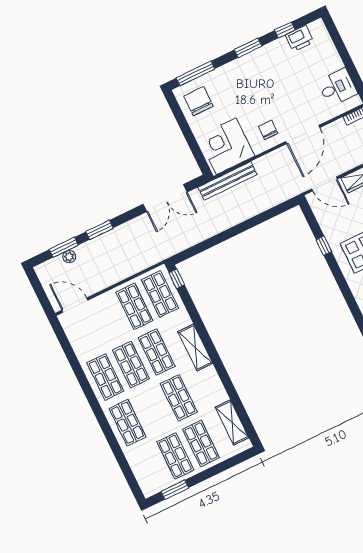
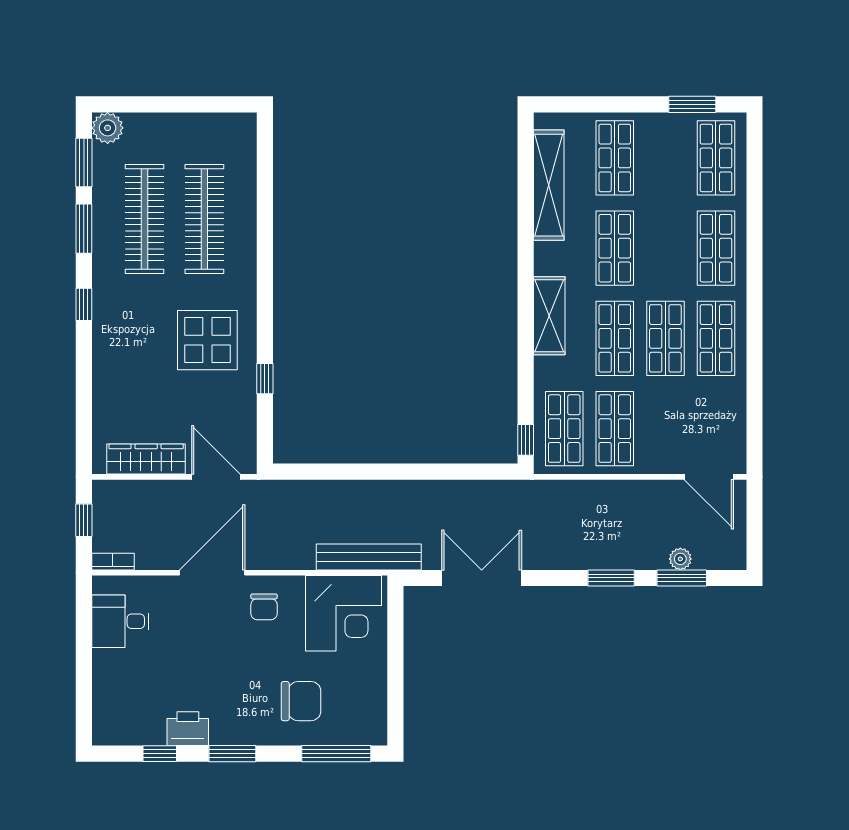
printer: (300, 39) -> (188, 729), moved
chair: (199, 101) -> (301, 701), moved, turned -90
shelving: (232, 422) -> (549, 185), width x1.47
shop shelf: (175, 456) -> (716, 158), moved

